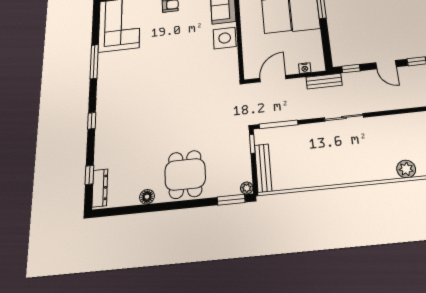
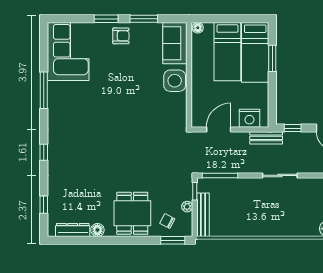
nightstand: (305, 68) -> (249, 118), width x1.89, depth x1.79
chair: (224, 179) -> (167, 221), added
dresser: (100, 188) -> (73, 230), moved, turned -90
plant: (247, 188) -> (187, 207), moved

